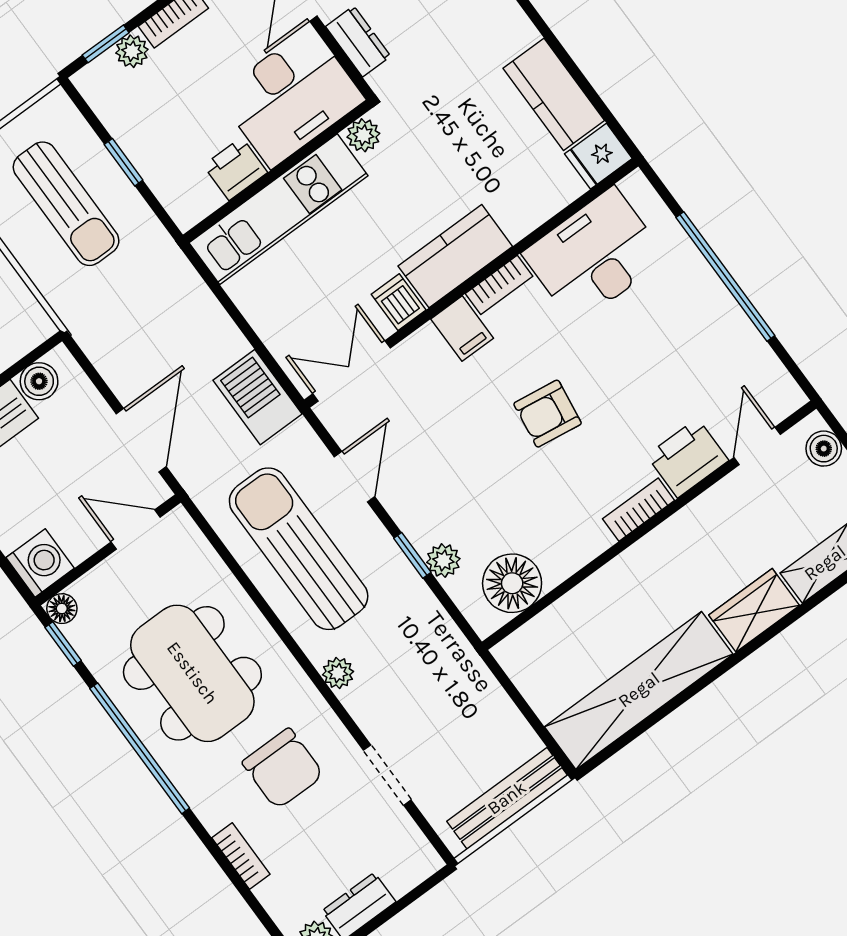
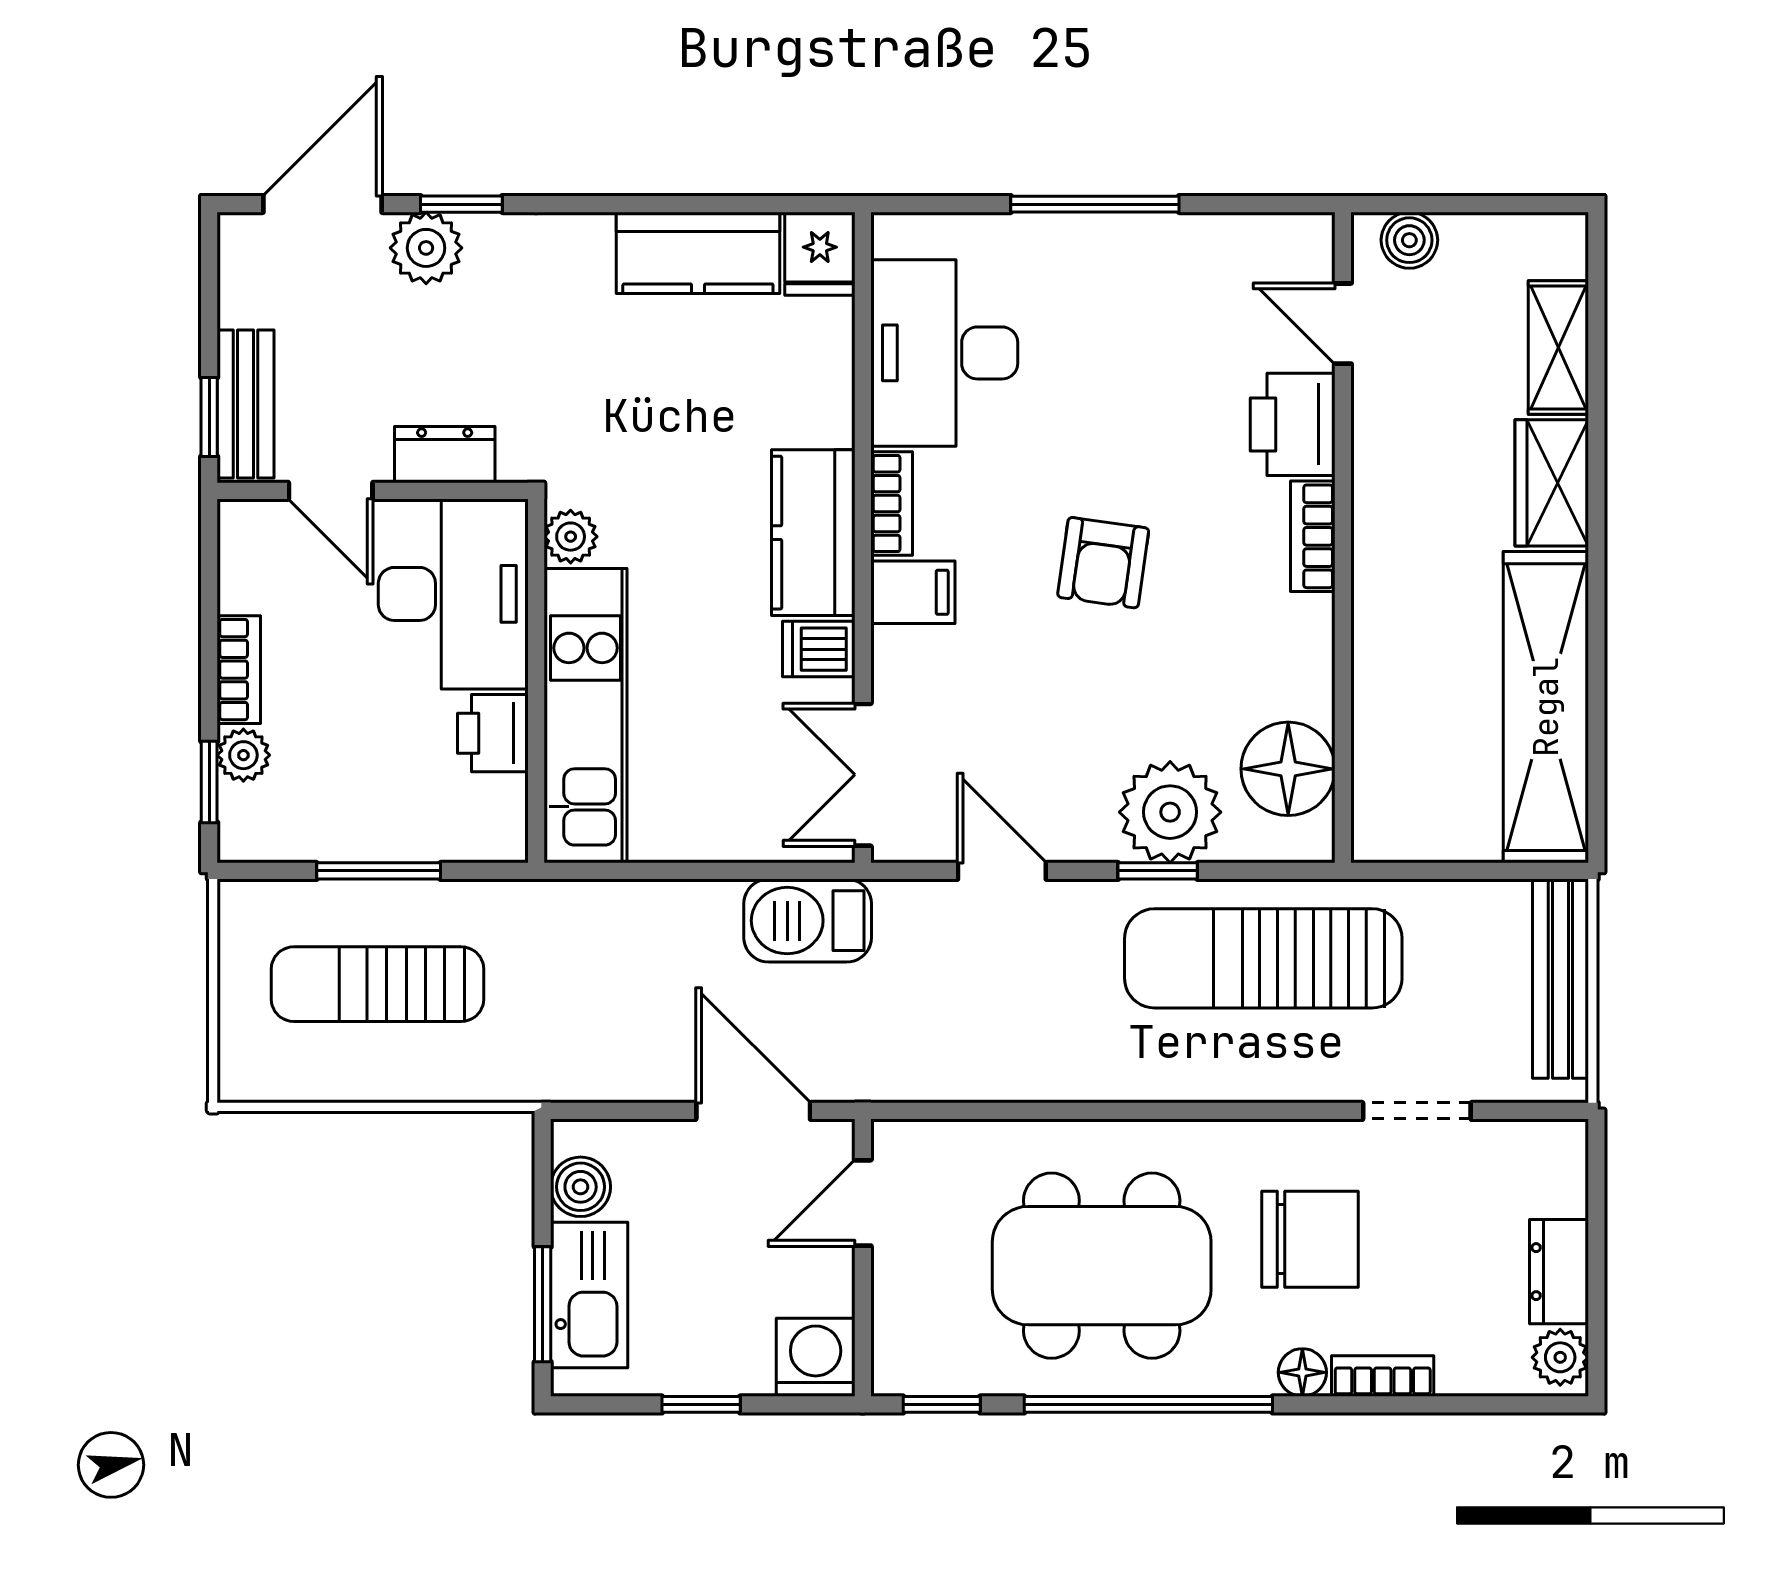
window: (124, 162) -> (379, 871), width x1.50
sun lounger: (66, 204) -> (377, 984), turned 180
window: (725, 277) -> (1095, 204), width x0.68
sun lounger: (299, 549) -> (1263, 958), moved
plant: (443, 561) -> (1170, 812), width x1.87, depth x1.87
floor lamp: (62, 609) -> (1302, 1372), moved
plant: (338, 673) -> (1239, 1078), removed

